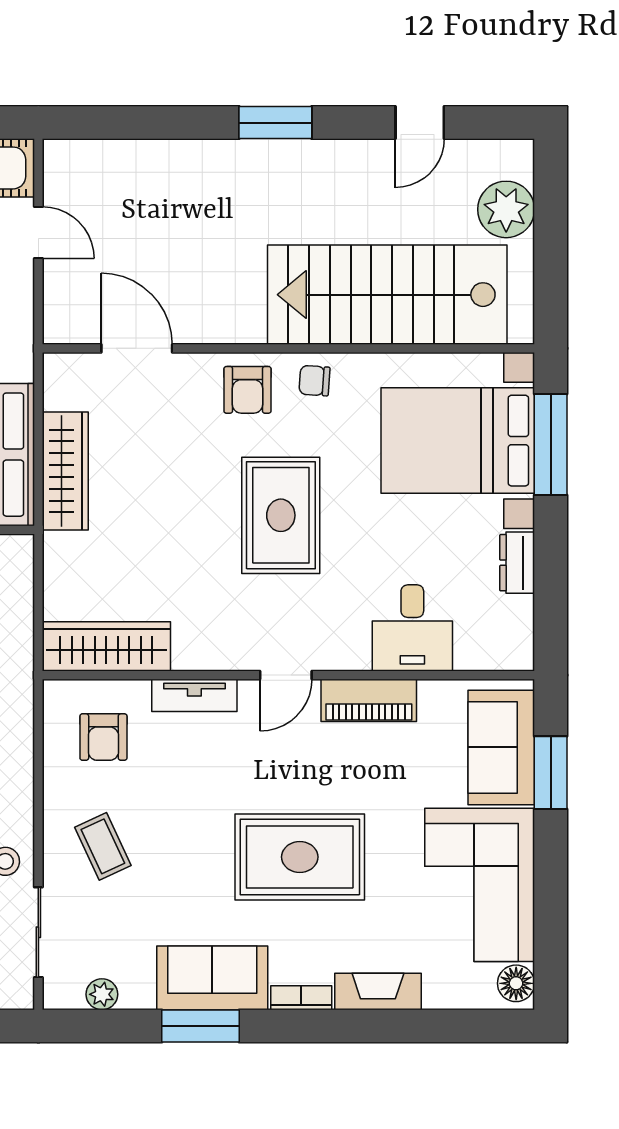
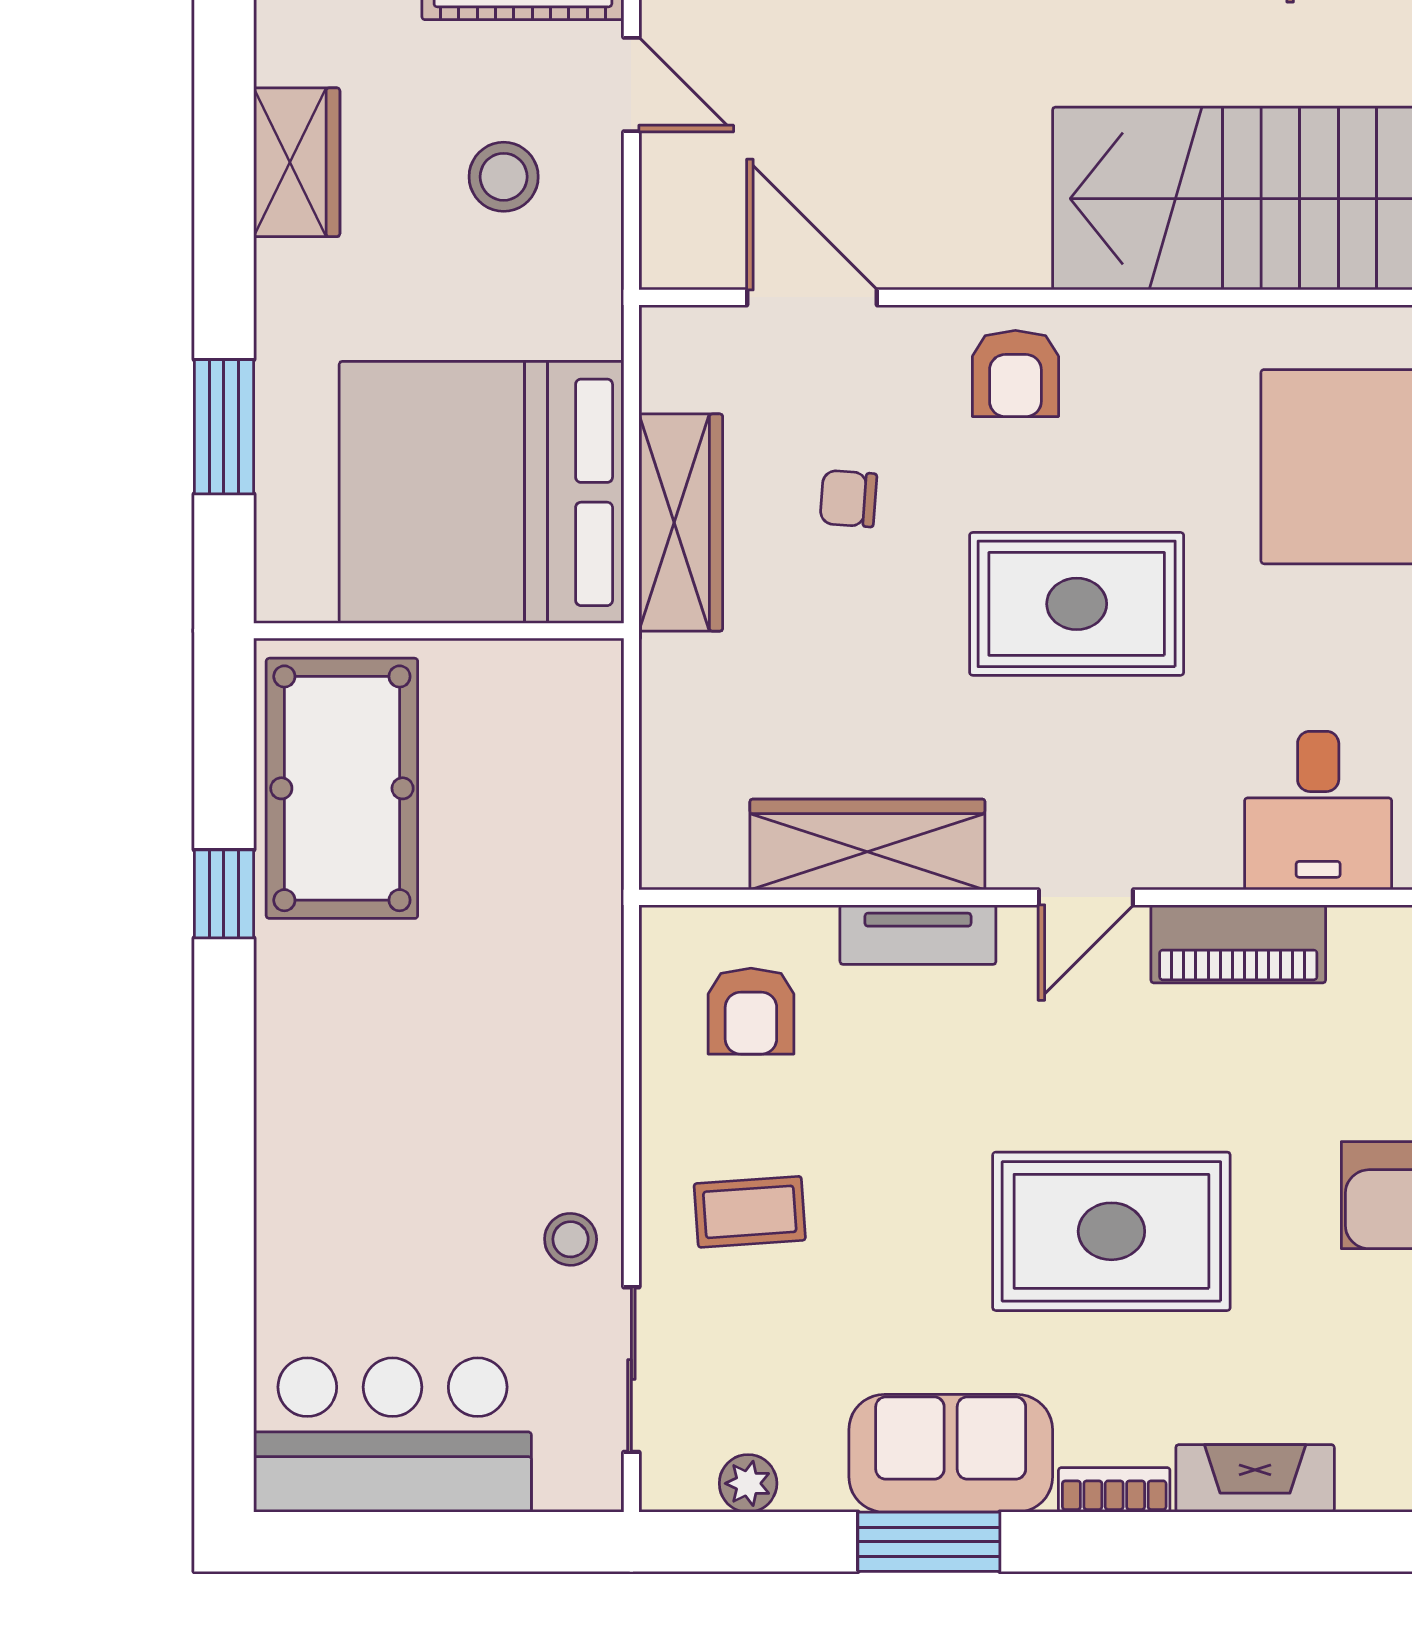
chair: (315, 381) -> (848, 499), moved
rug: (281, 515) -> (1077, 604), turned 90
wardrobe: (106, 646) -> (867, 845), moved
coffee table: (103, 846) -> (750, 1212), turned -69

